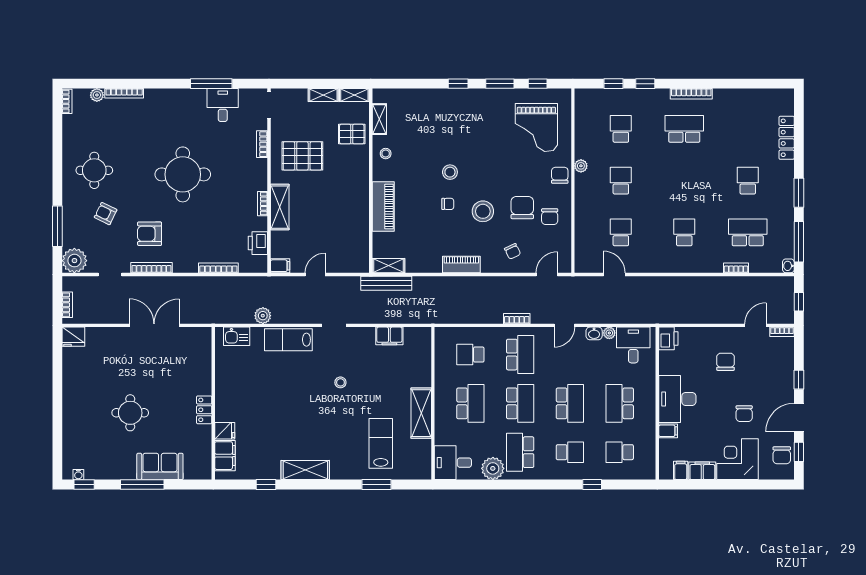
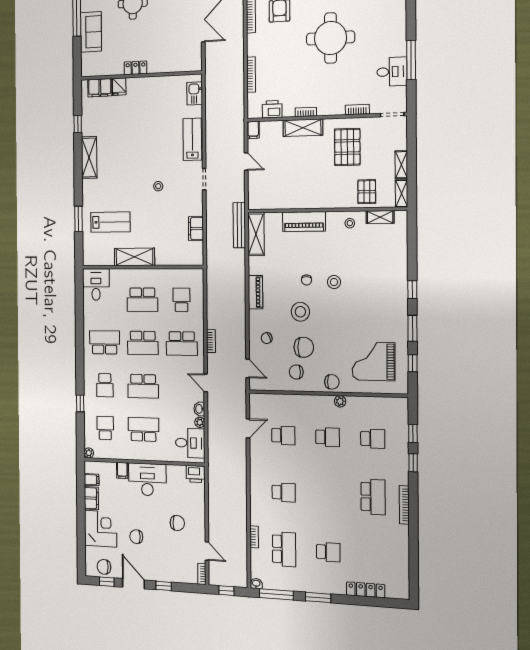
shelving: (388, 266) -> (256, 234), width x1.50, depth x1.33
plant: (263, 316) -> (212, 116), removed
plant: (493, 468) -> (89, 453), moved, width x0.53, depth x0.53

